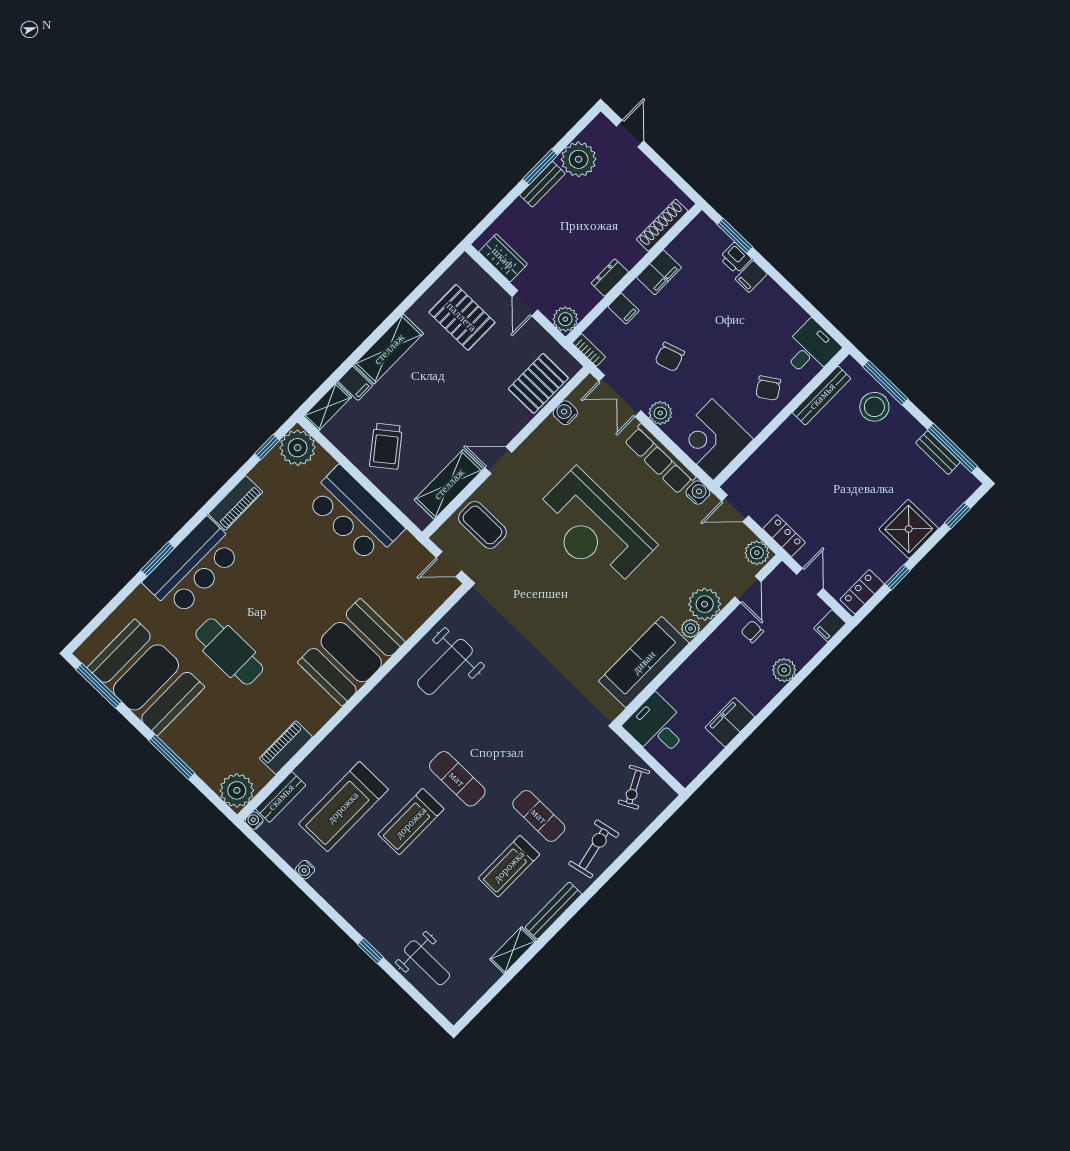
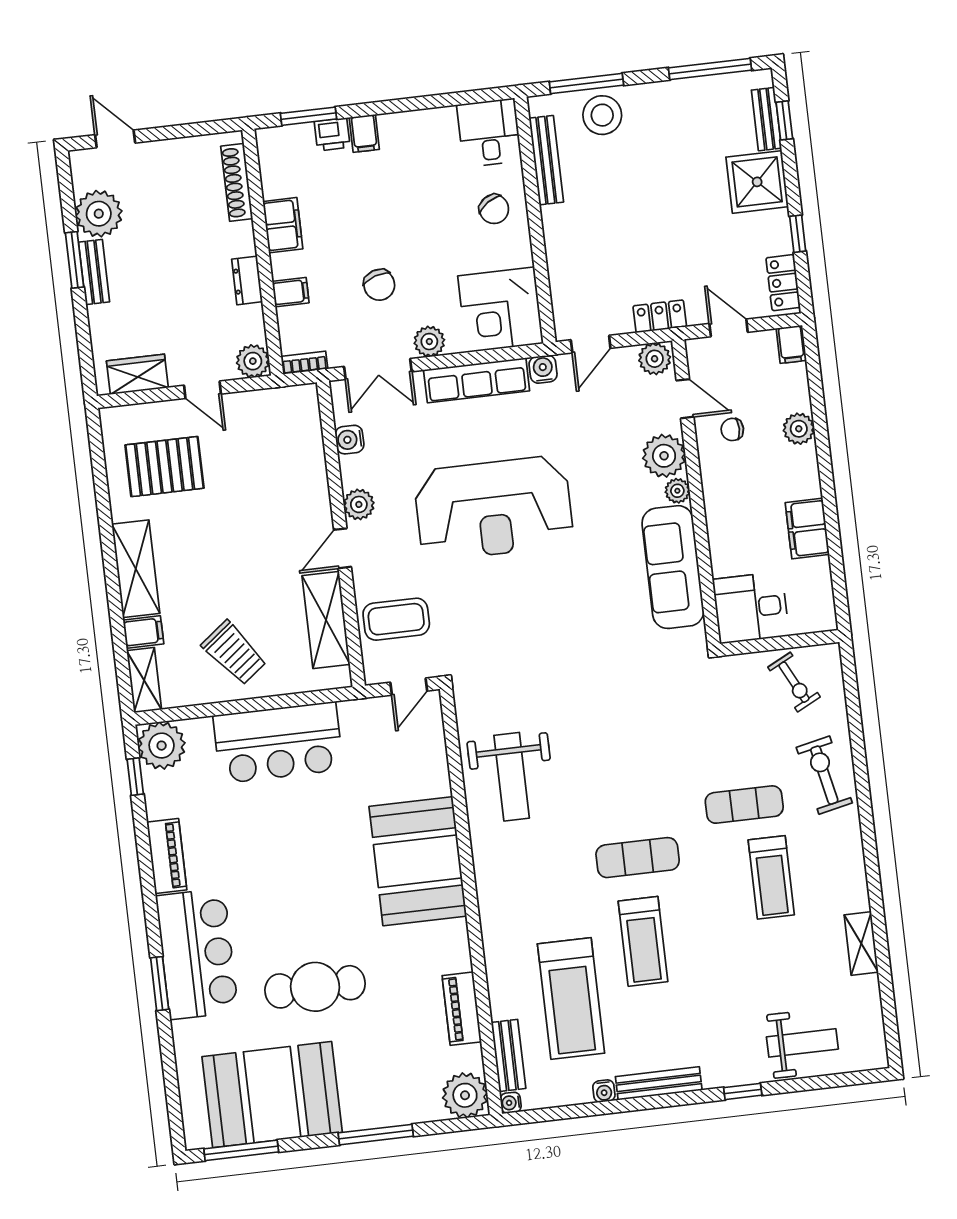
pallet: (538, 383) -> (297, 443), removed
plant: (532, 449) -> (359, 504), added
bench: (938, 453) -> (766, 119), moved, turned 90
bench: (553, 911) -> (659, 1083), moved, turned 90

